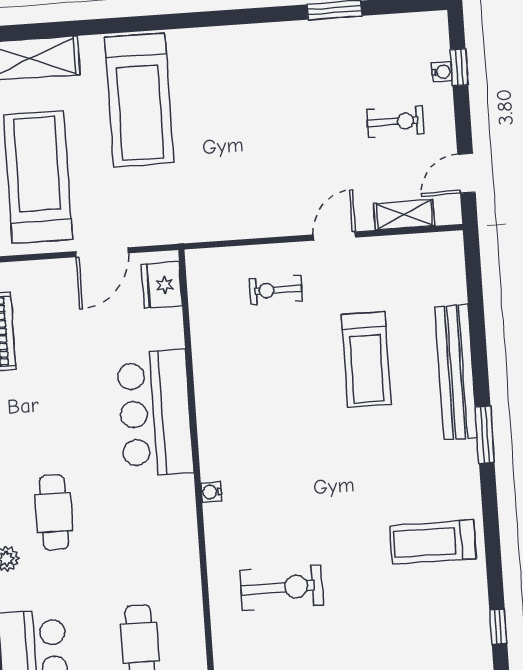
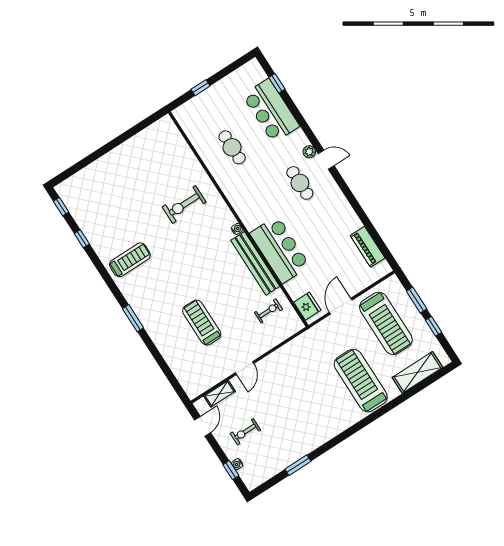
exercise bike: (276, 290) -> (268, 311), moved
bench: (456, 372) -> (255, 263), moved

